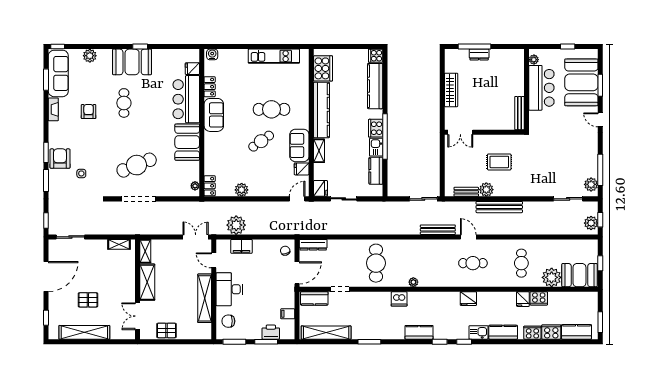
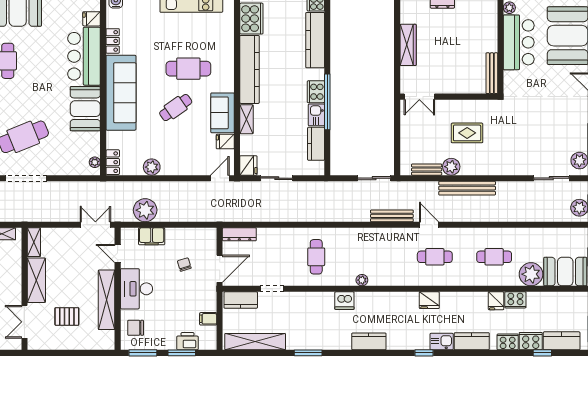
sofa: (214, 115) -> (121, 93), width x1.85, depth x1.27
chair: (285, 251) -> (184, 265), moved
cafe table: (376, 263) -> (316, 257), width x0.73, depth x0.74
cafe table: (521, 263) -> (494, 257), turned 90
pallet: (167, 330) -> (67, 316), moved
window: (440, 342) -> (542, 353), moved

